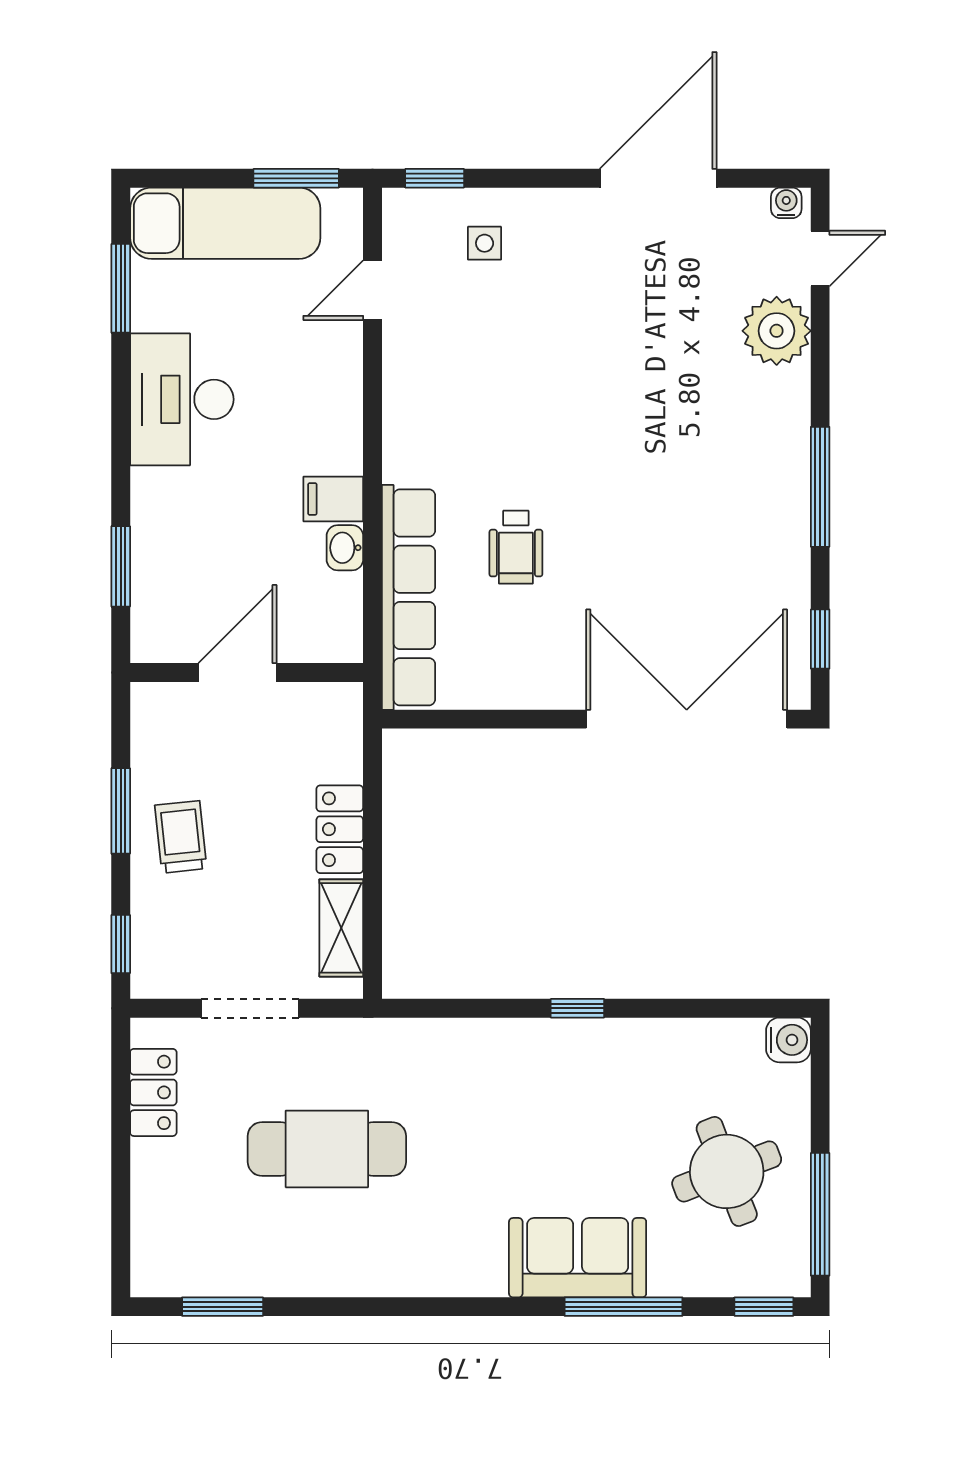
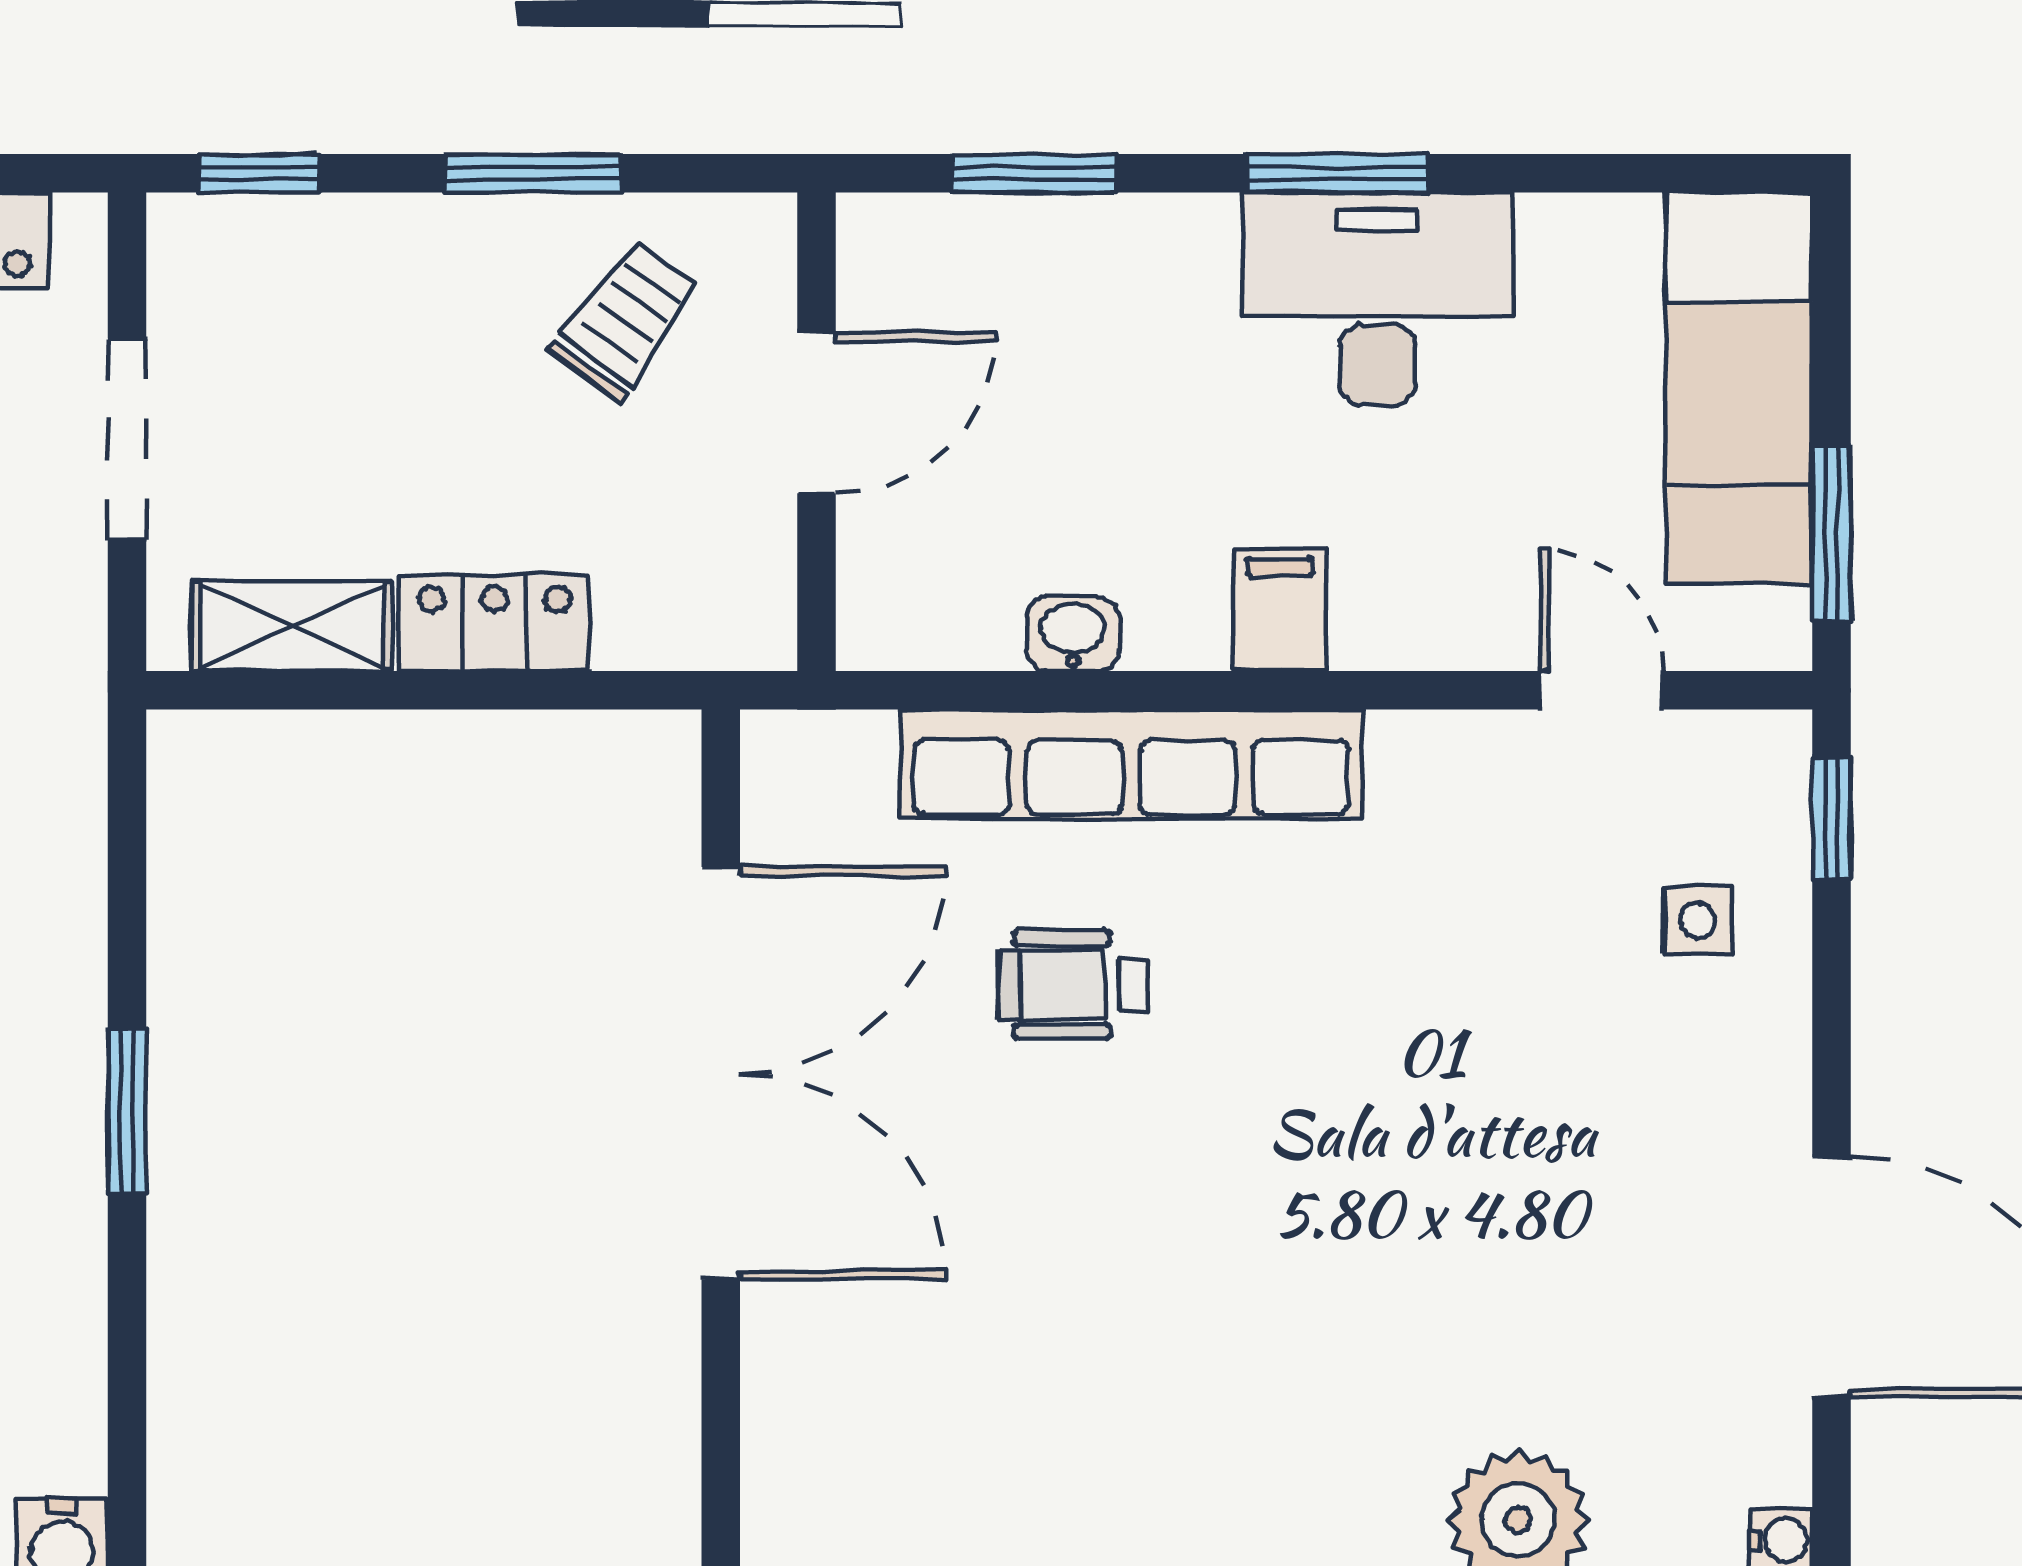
window: (121, 288) -> (1338, 173), moved
filing cabinet: (333, 499) -> (1280, 610), moved
row of seats: (408, 597) -> (1131, 764), moved
door: (237, 673) -> (816, 413), hinge flipped
double door: (687, 719) -> (721, 1073), moved
trolley: (181, 837) -> (625, 320), moved, turned -48
window: (577, 1008) -> (127, 1111), width x1.50

